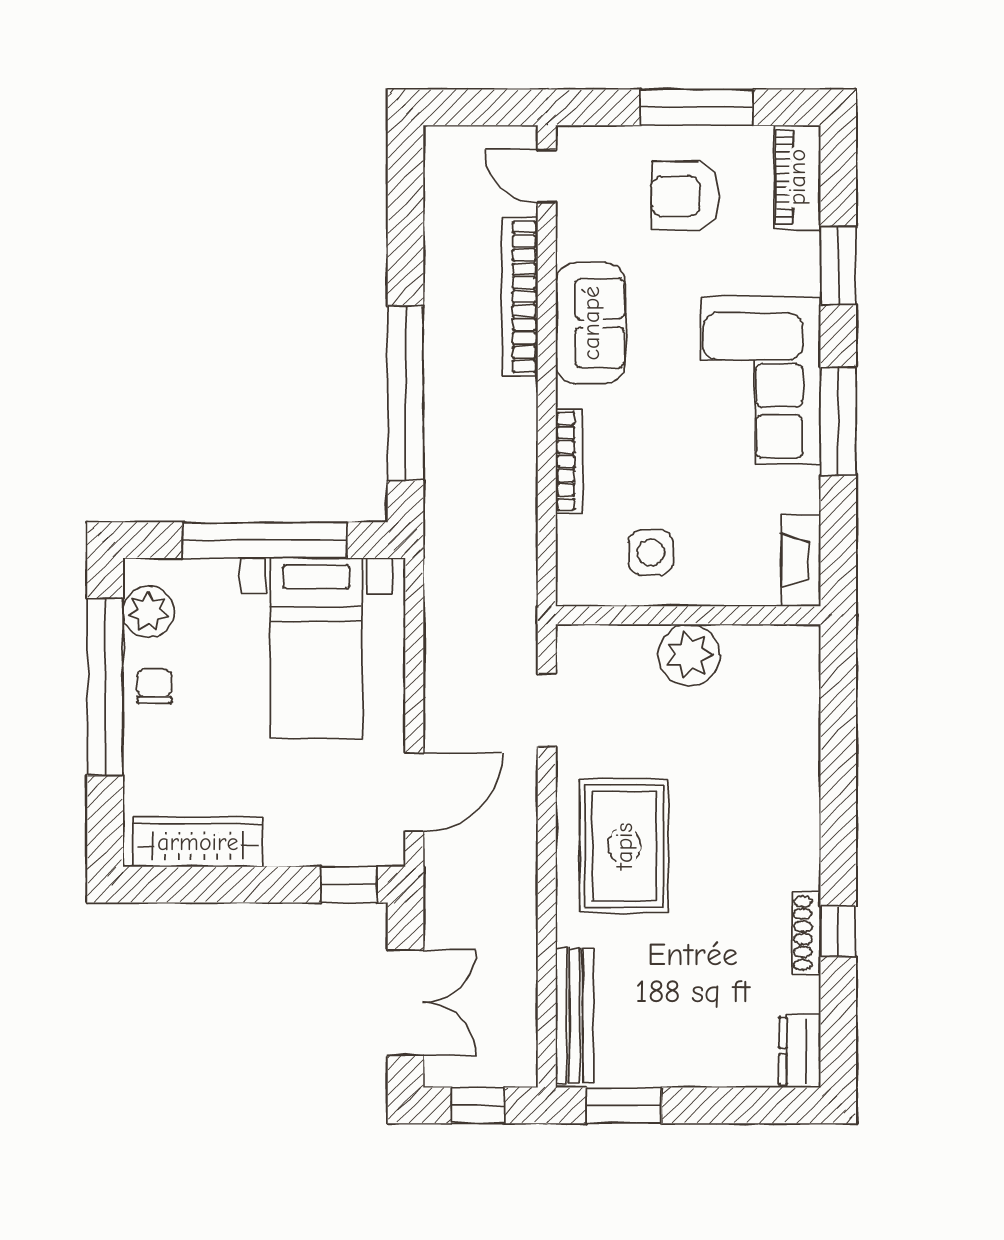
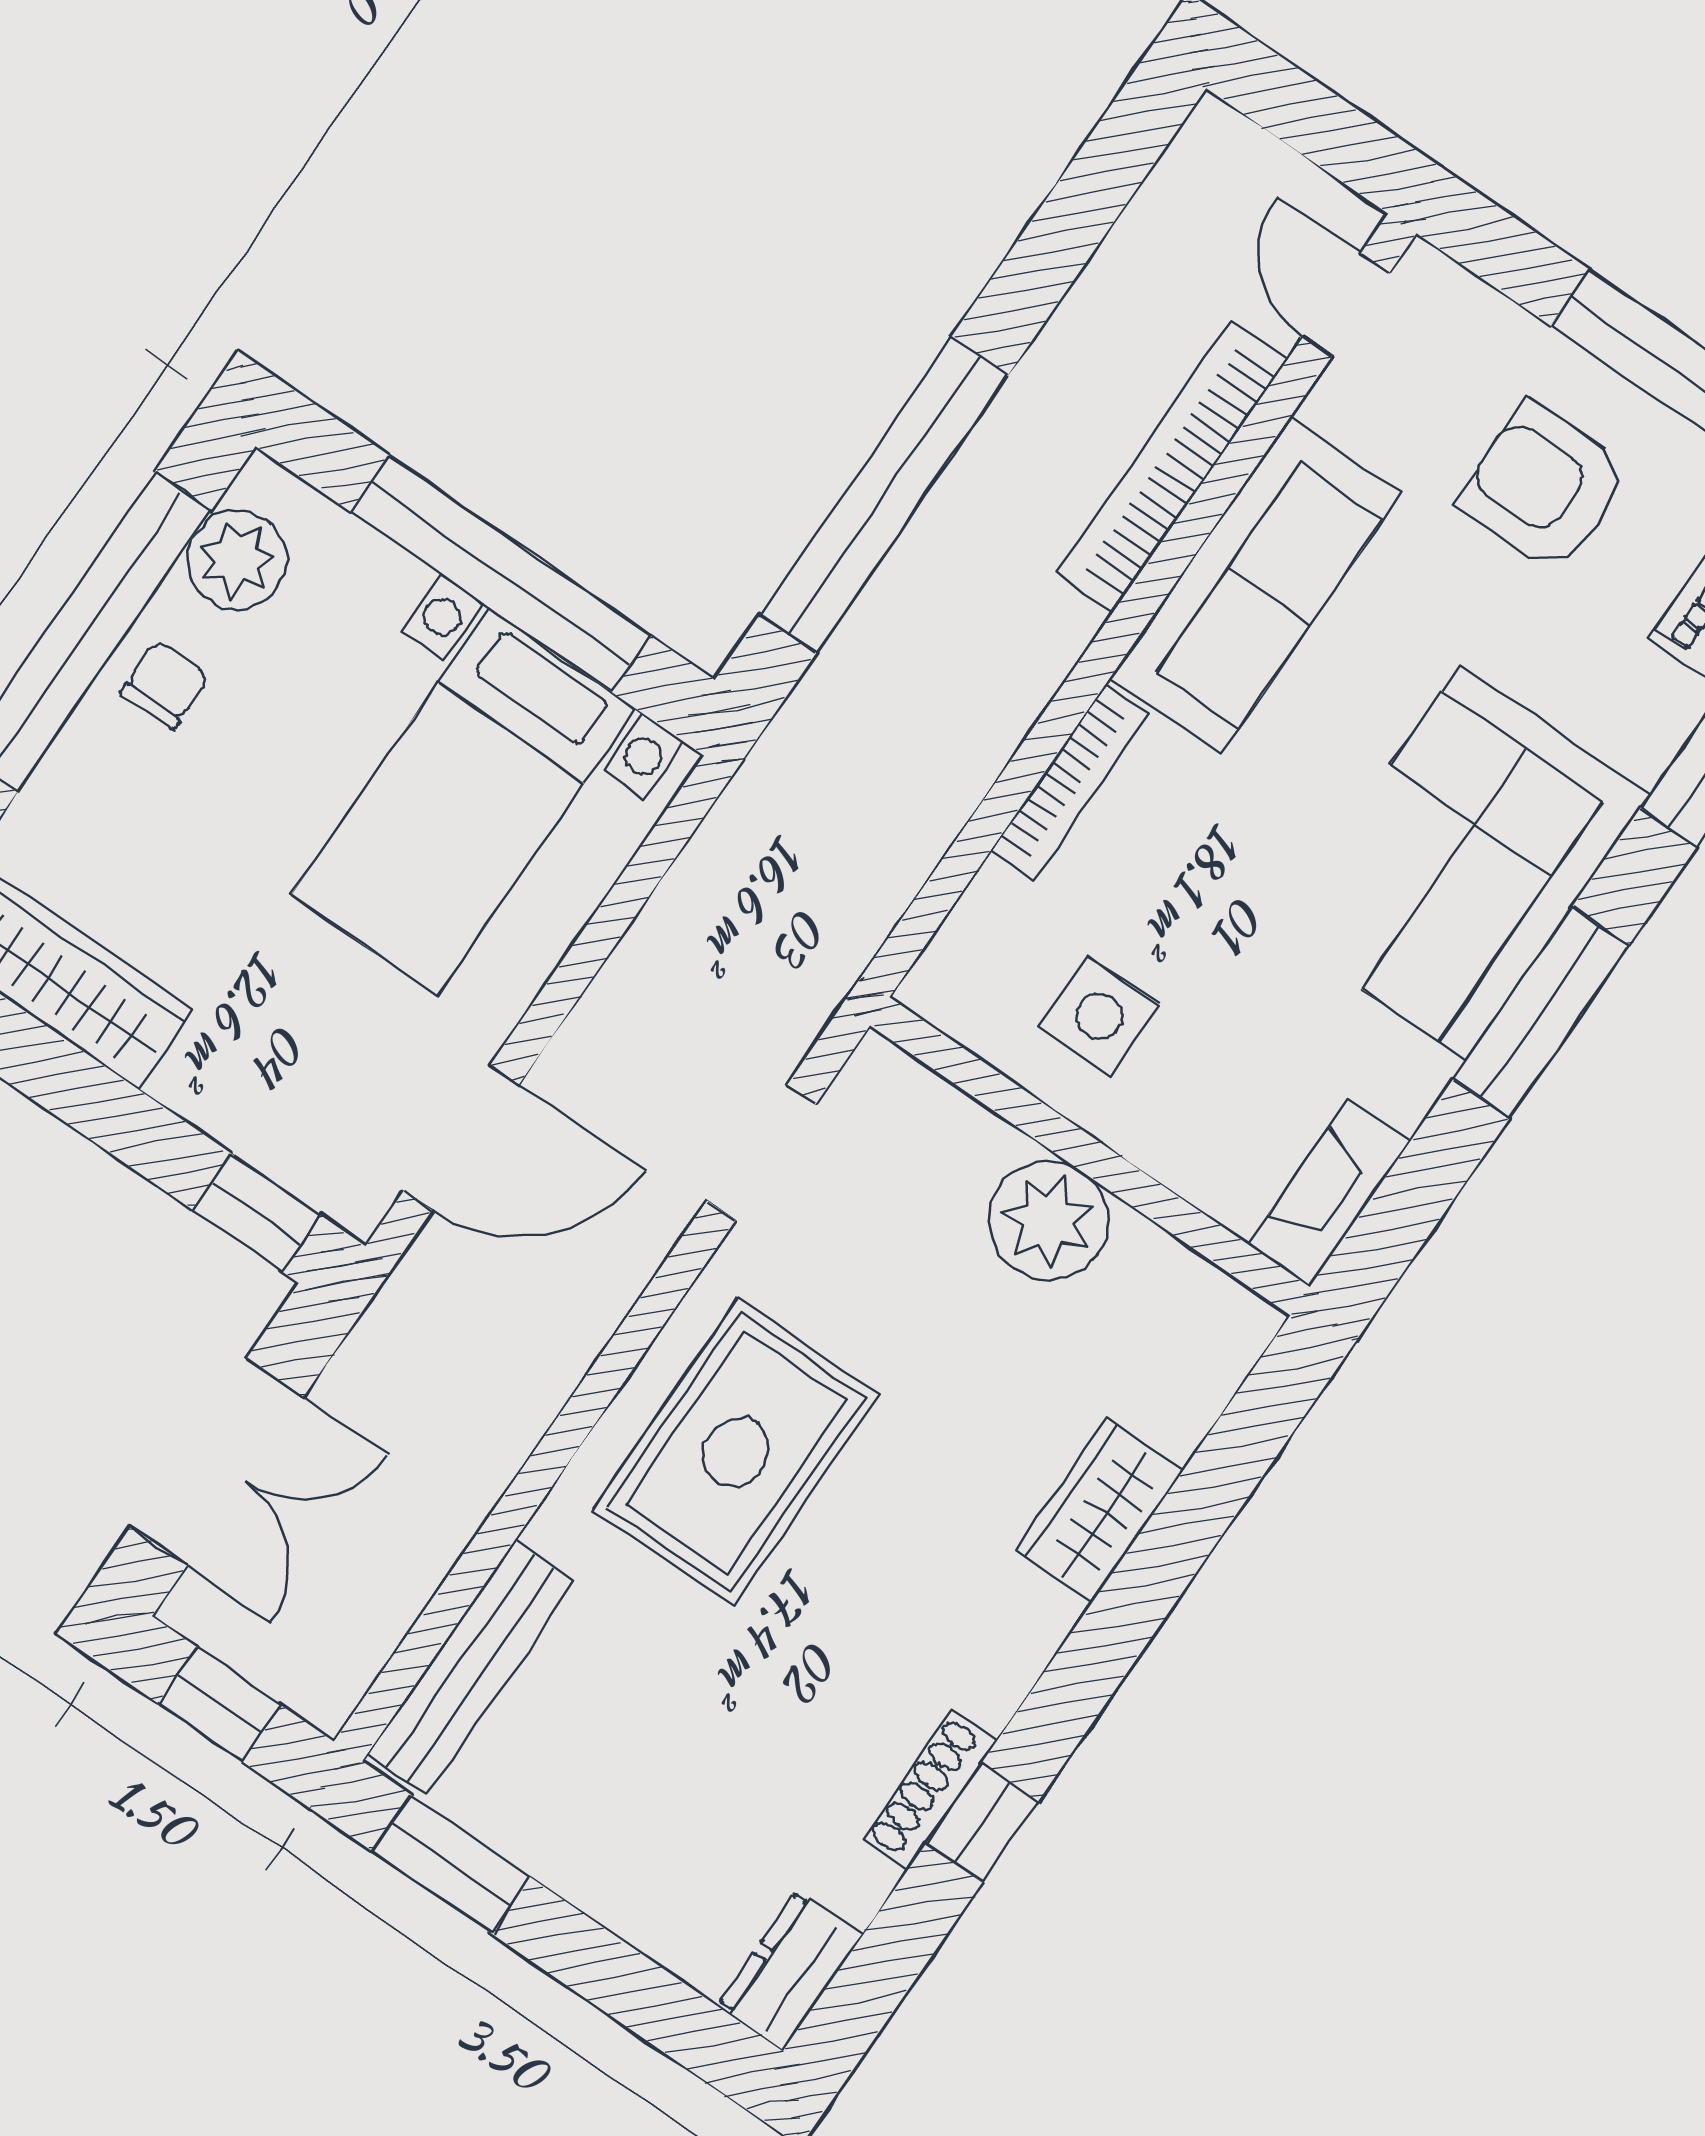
sofa: (591, 323) -> (1255, 586), width x1.36
wardrobe: (796, 764) -> (1099, 1510), added

